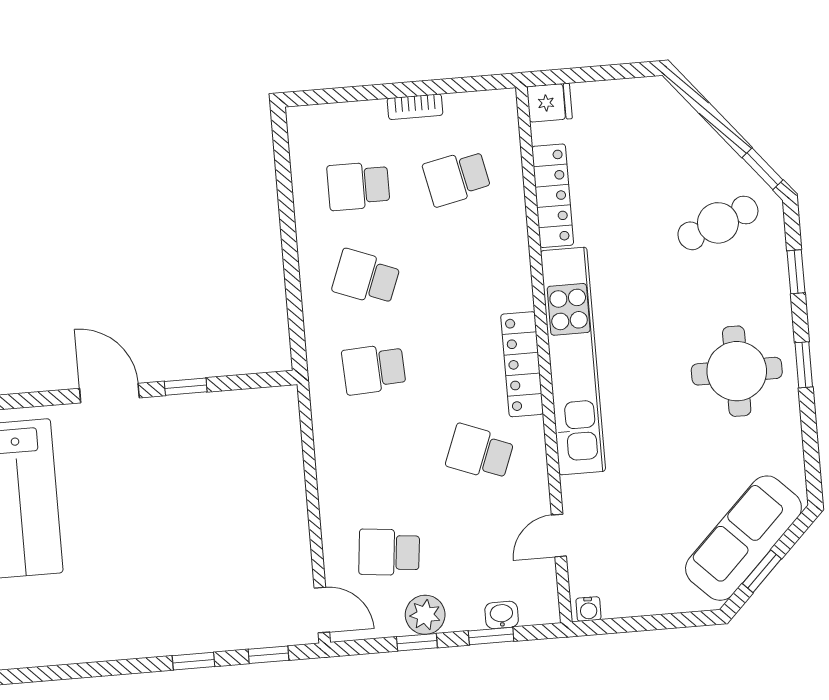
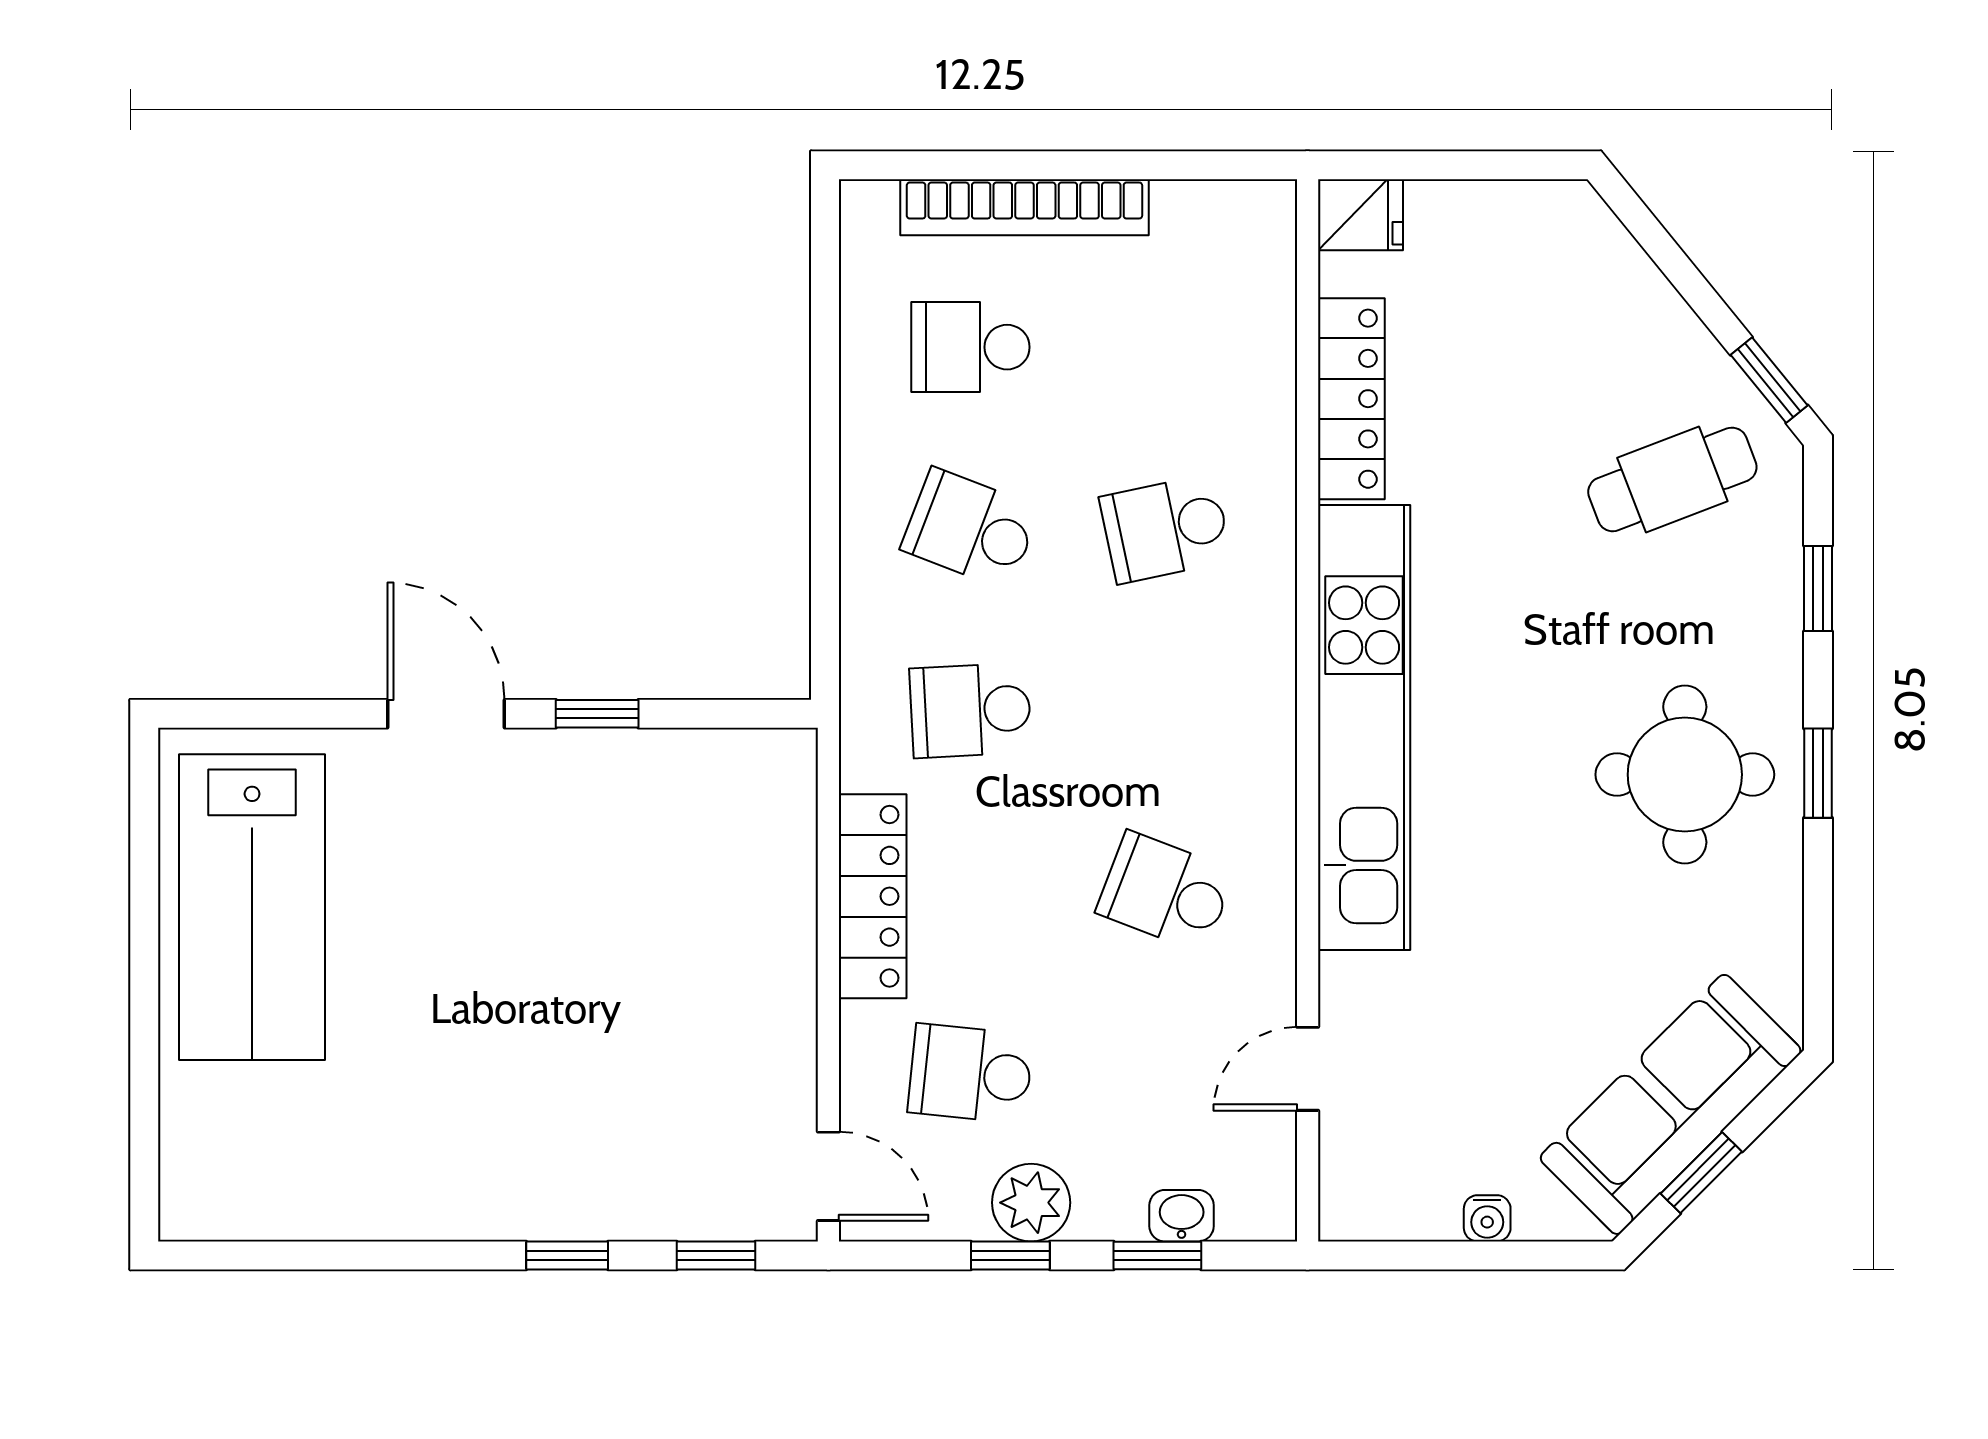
bookcase: (415, 107) -> (1024, 207), width x2.31, depth x1.31
school desk: (457, 178) -> (1166, 529), moved
locker: (522, 364) -> (873, 896), moved, turned 180
water cooler: (588, 609) -> (1487, 1218), moved

